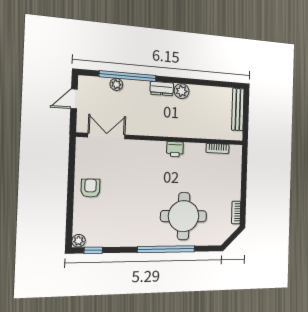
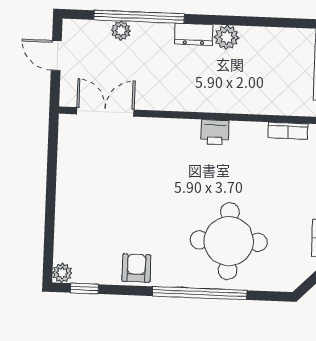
door: (74, 99) -> (56, 55), hinge flipped
armchair: (90, 188) -> (136, 268), moved

